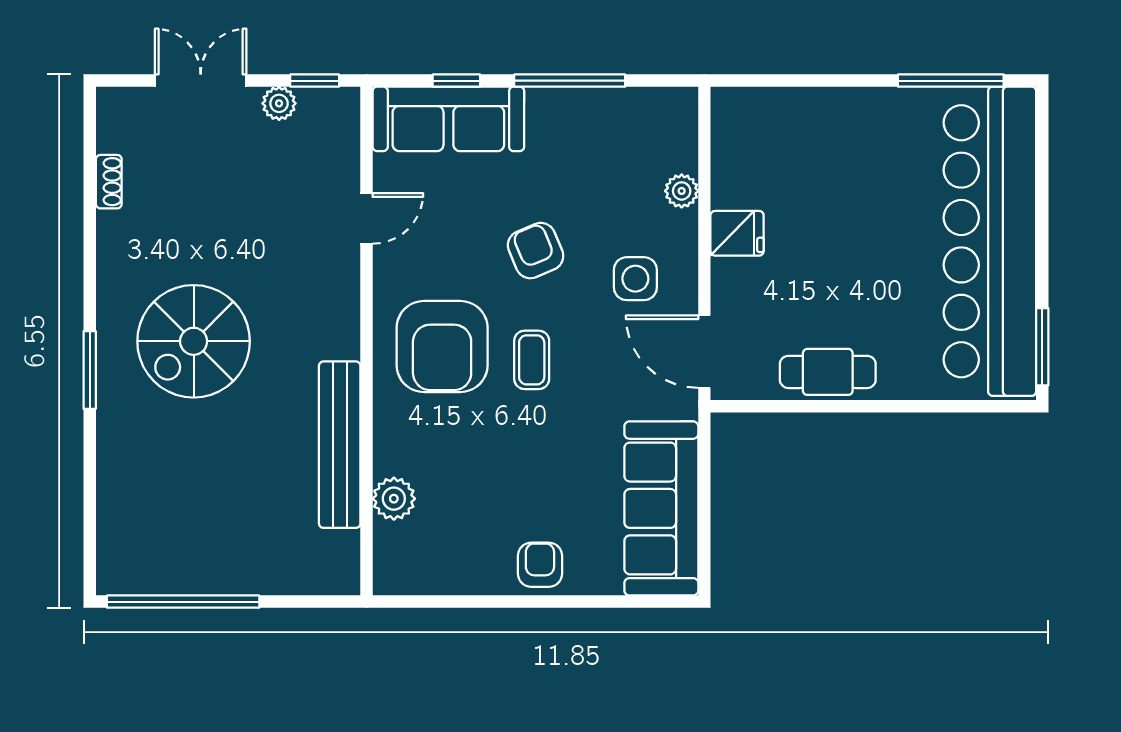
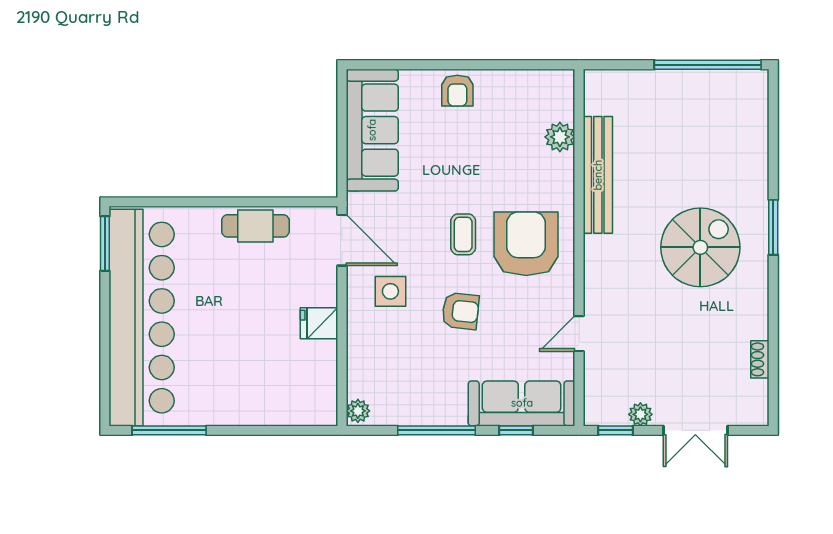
plant: (682, 191) -> (358, 411), moved
armchair: (536, 251) -> (460, 311), turned -61

